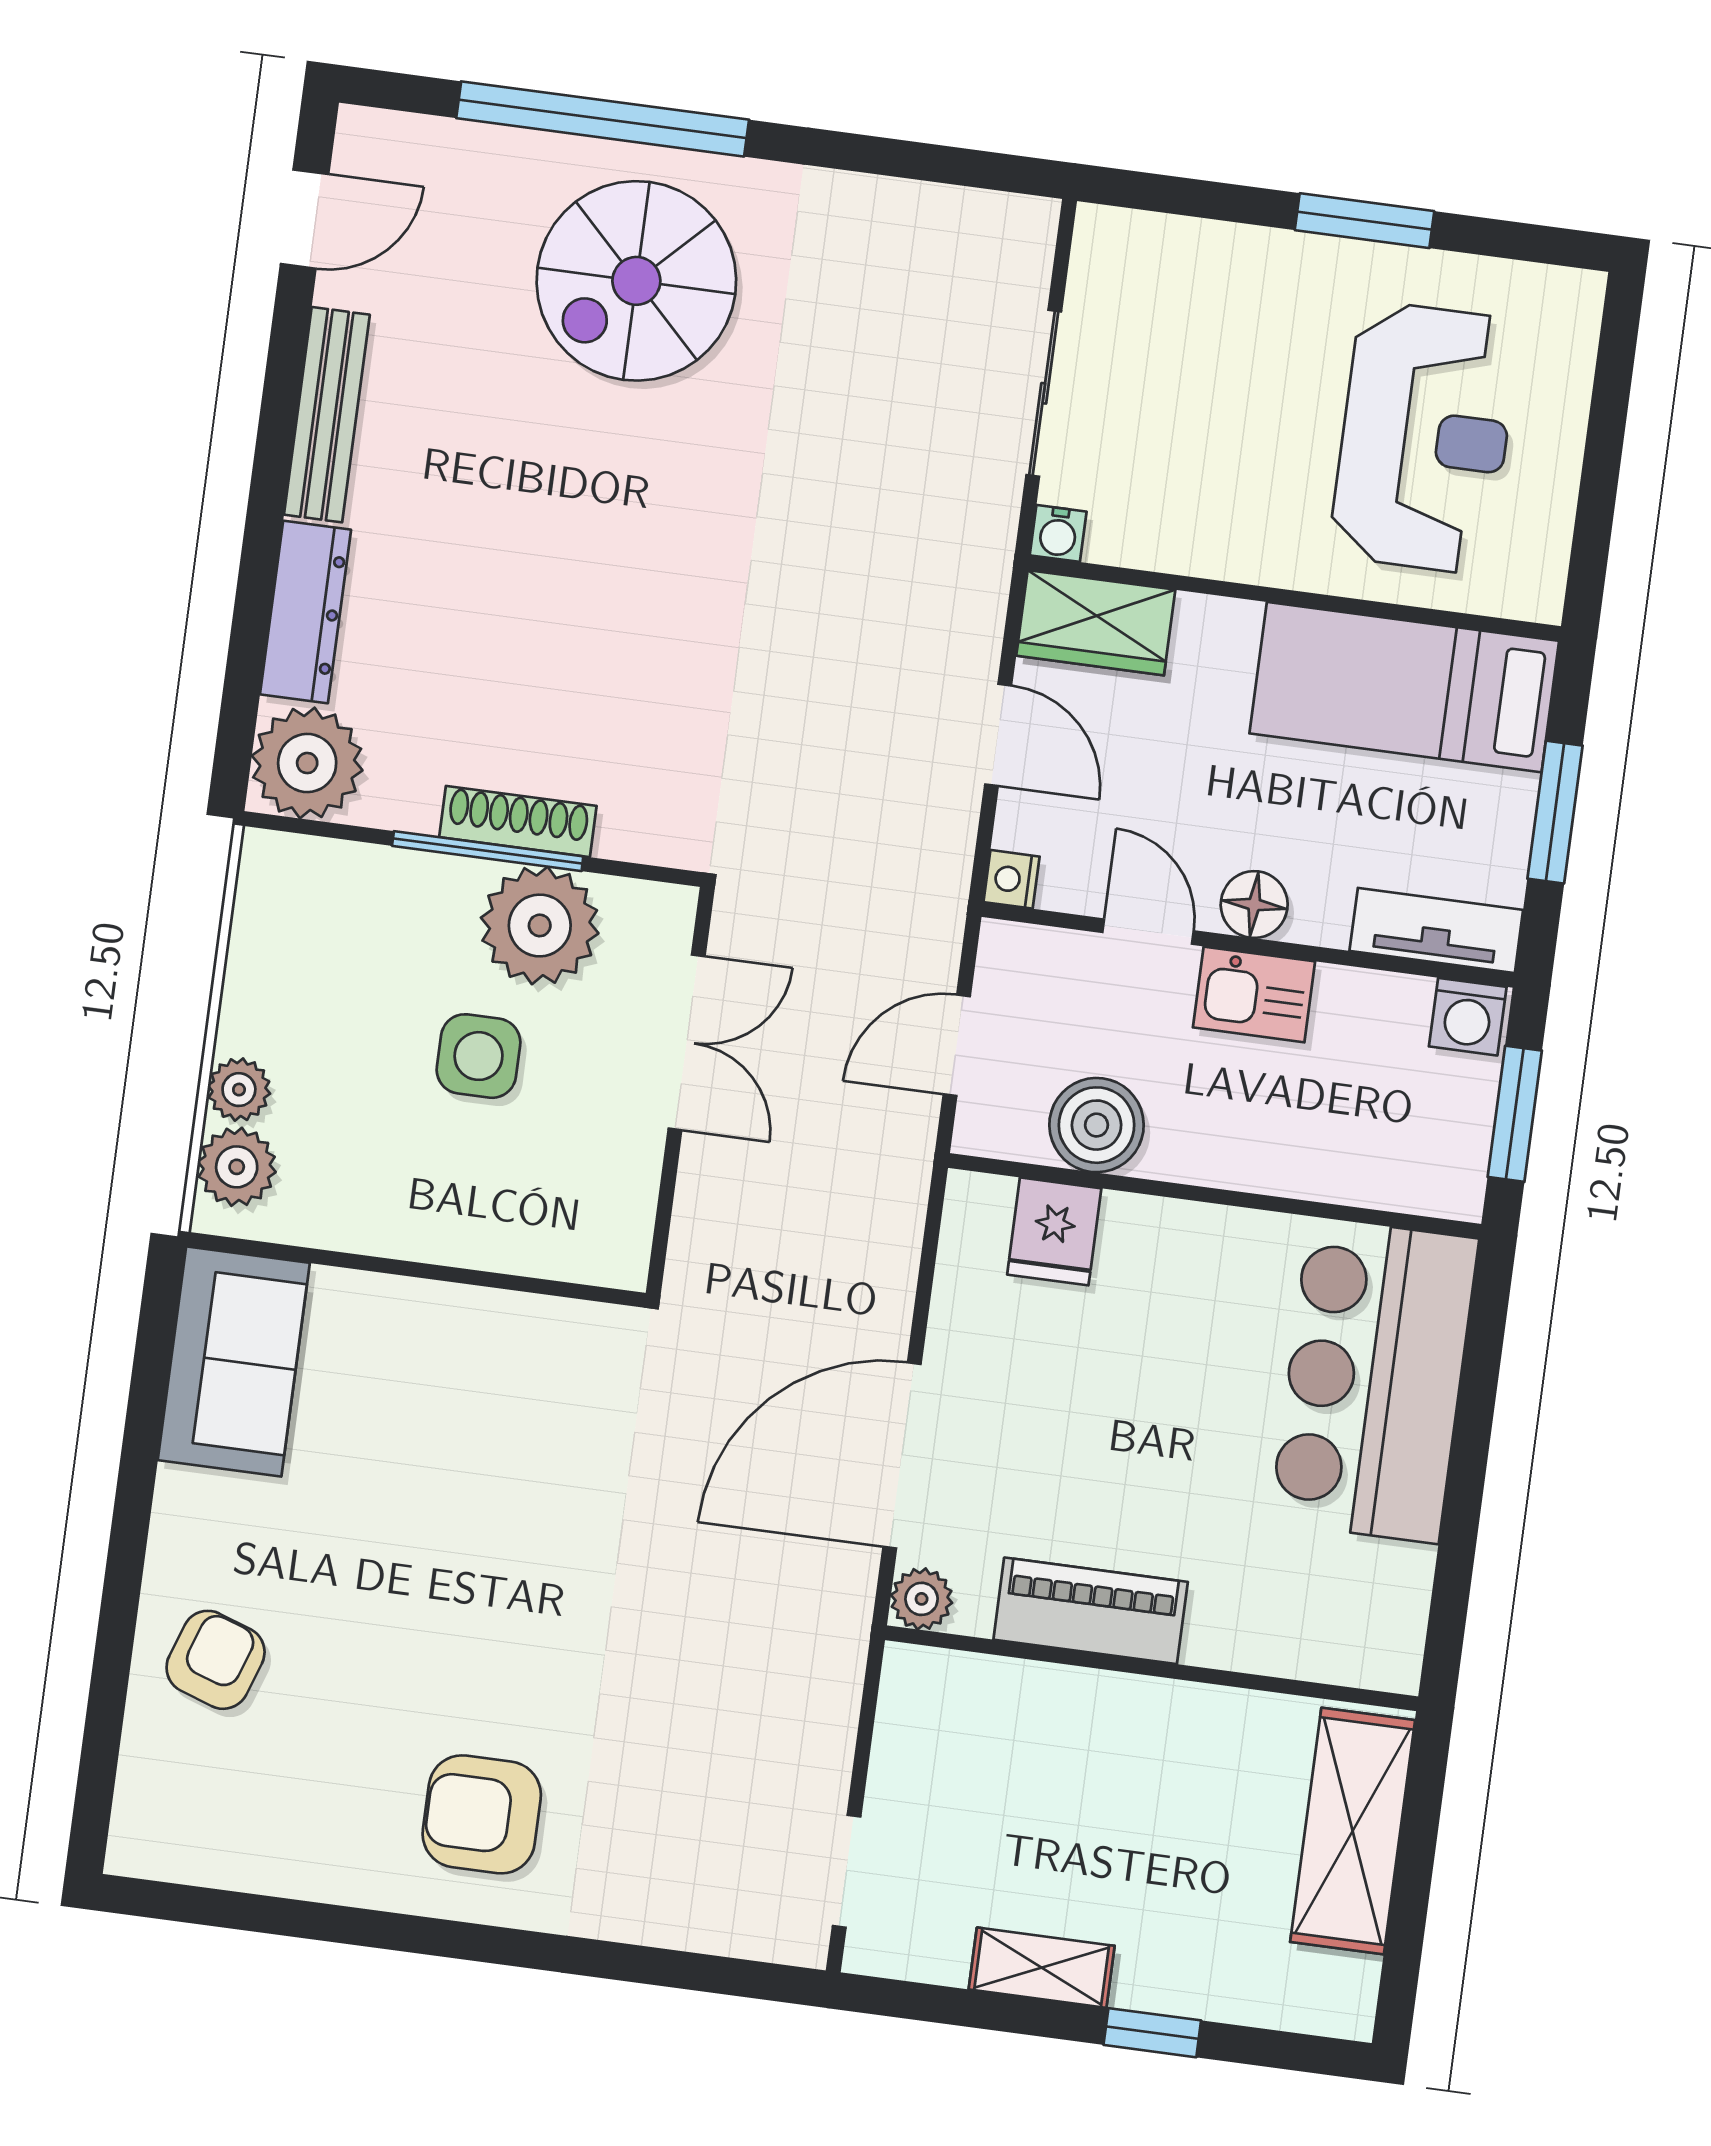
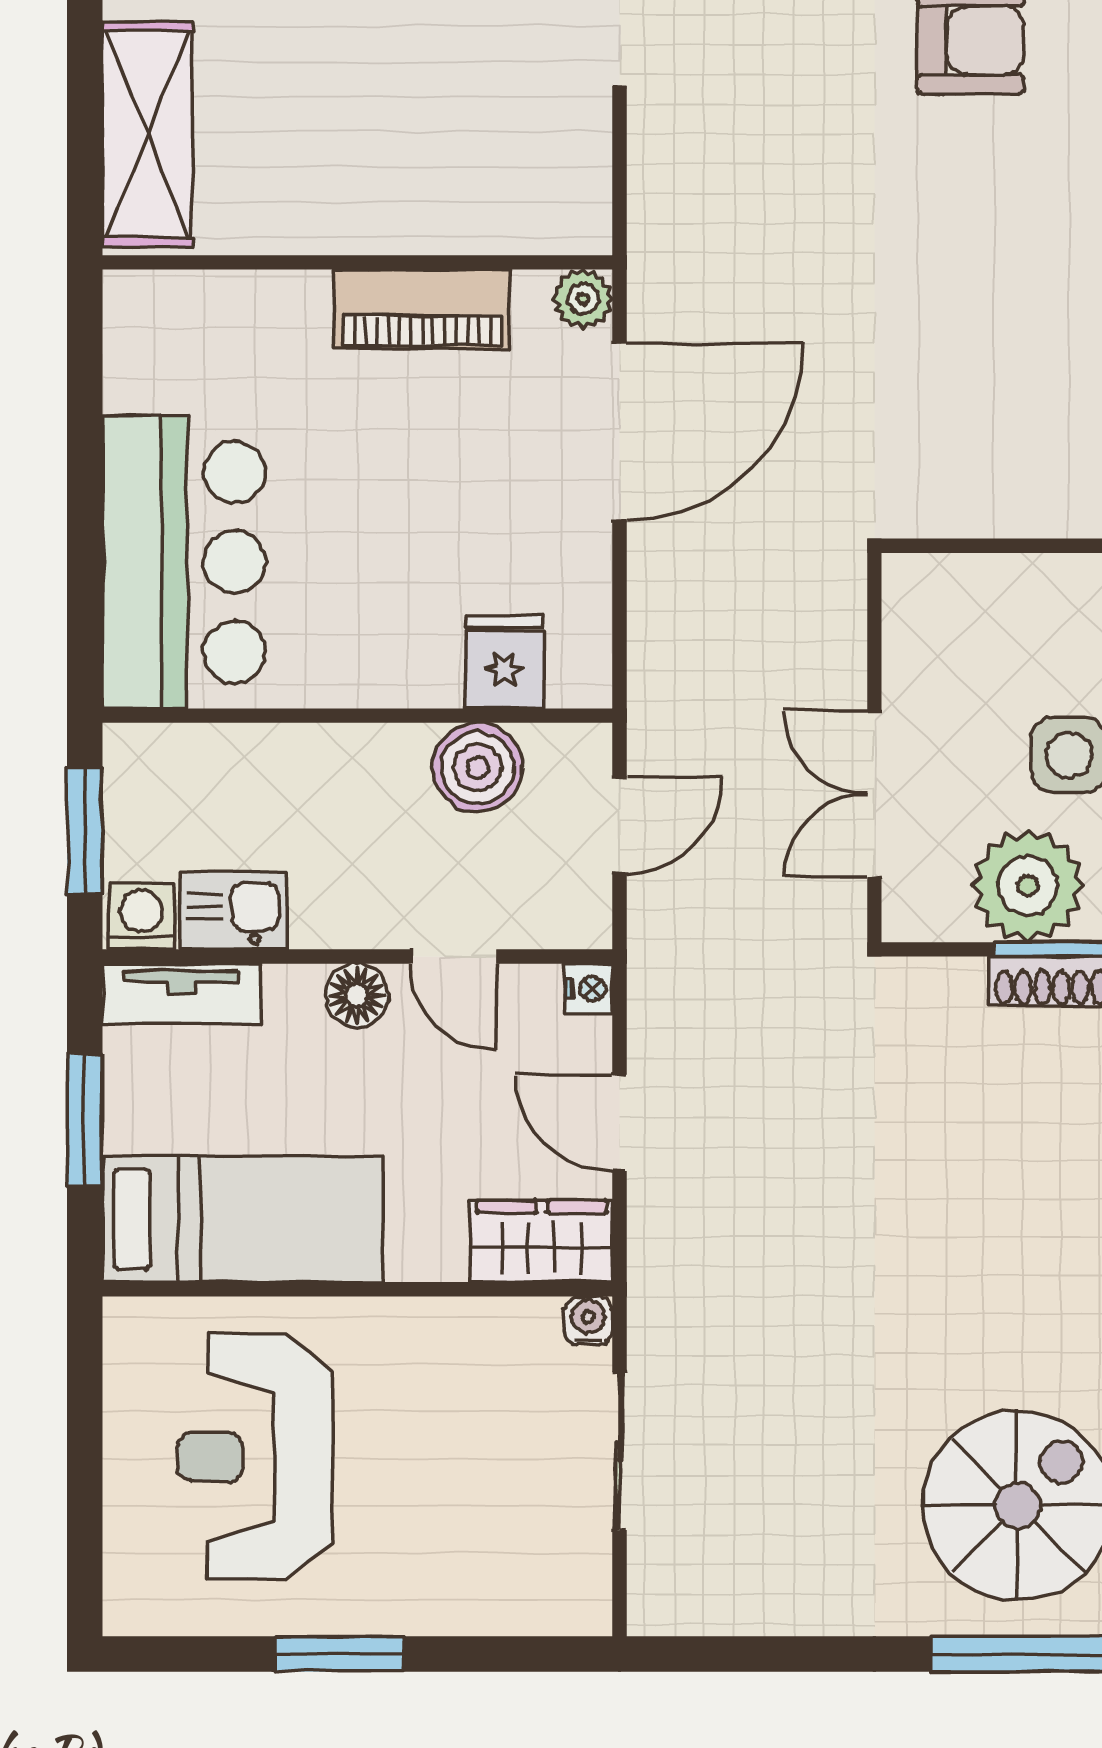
kitchen sink: (1254, 994) -> (233, 911), moved

